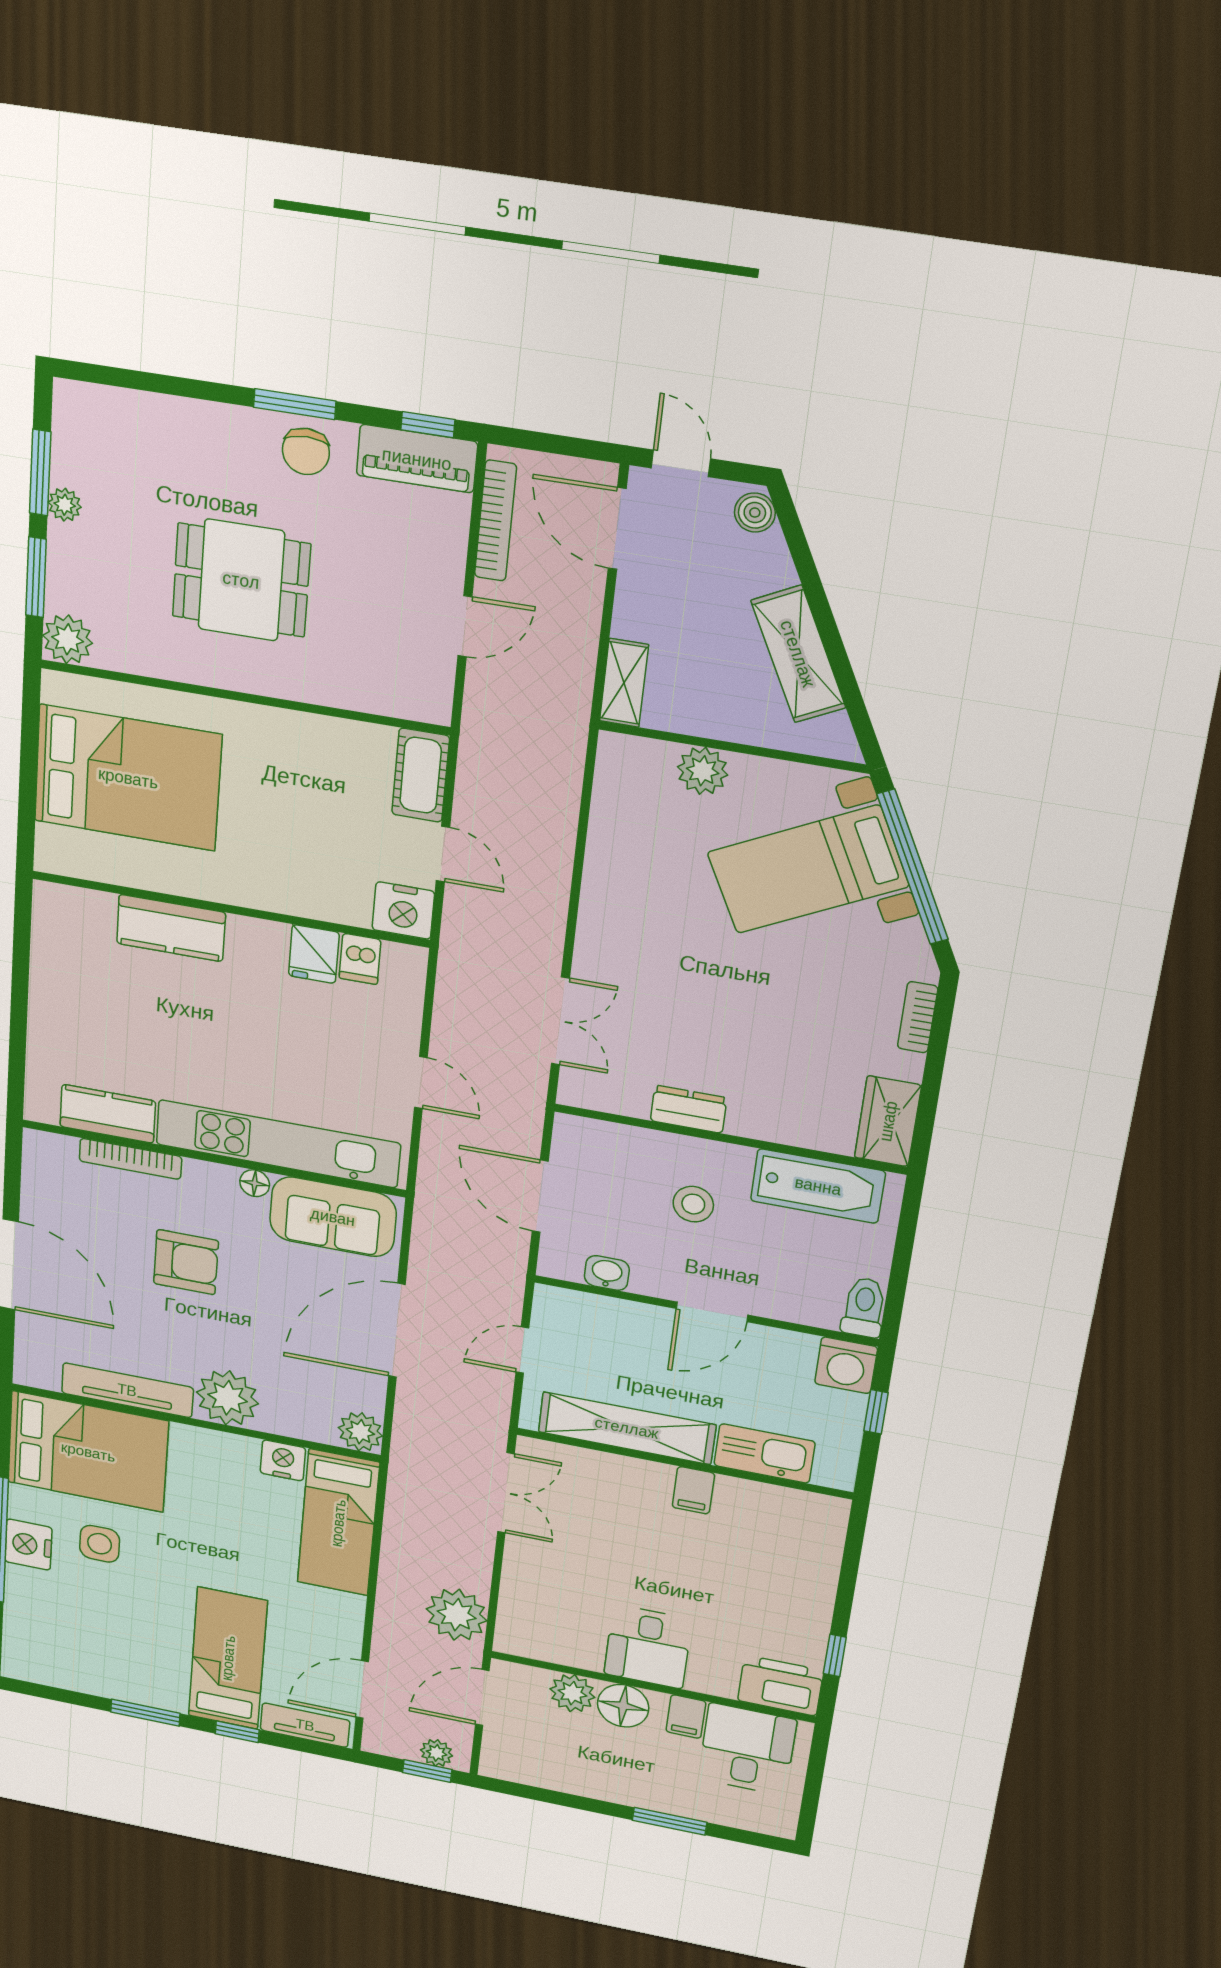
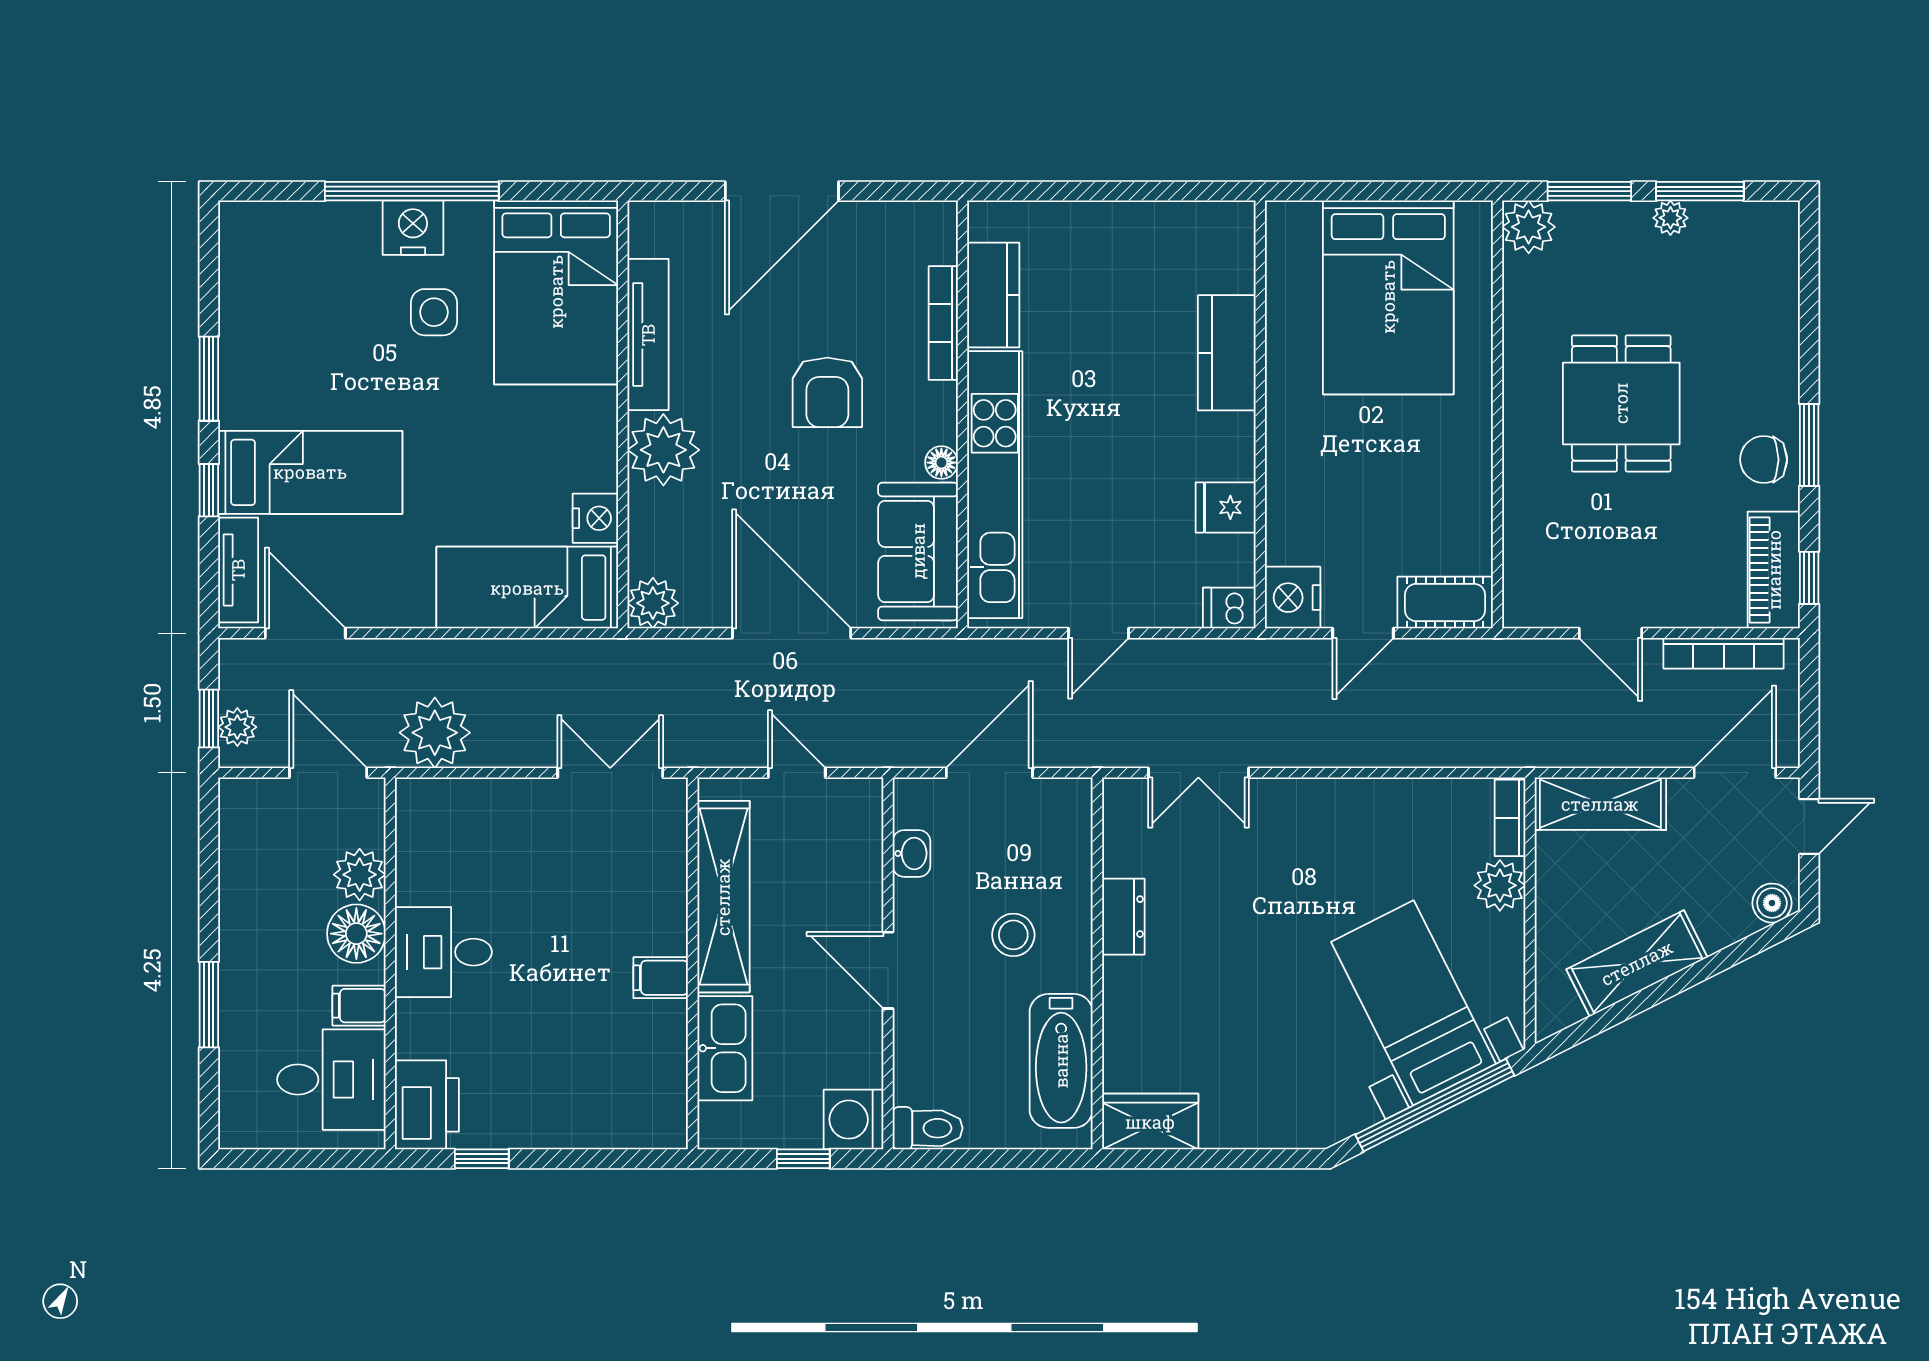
shelving: (624, 683) -> (1600, 804), width x1.50, depth x1.33
dishwasher: (360, 959) -> (1229, 608), moved
bookcase: (918, 1017) -> (1510, 818), moved, turned -90
double door: (506, 1493) -> (610, 773), swing flipped

